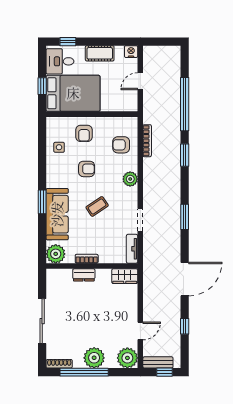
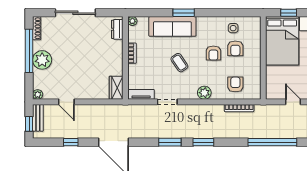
armchair: (84, 133) -> (235, 48), moved, turned -90
window: (185, 155) -> (203, 142), moved
plant: (56, 254) -> (132, 21), width x0.53, depth x0.53
dresser: (84, 275) -> (117, 29), moved
plant: (127, 358) -> (38, 94), width x0.53, depth x0.53

